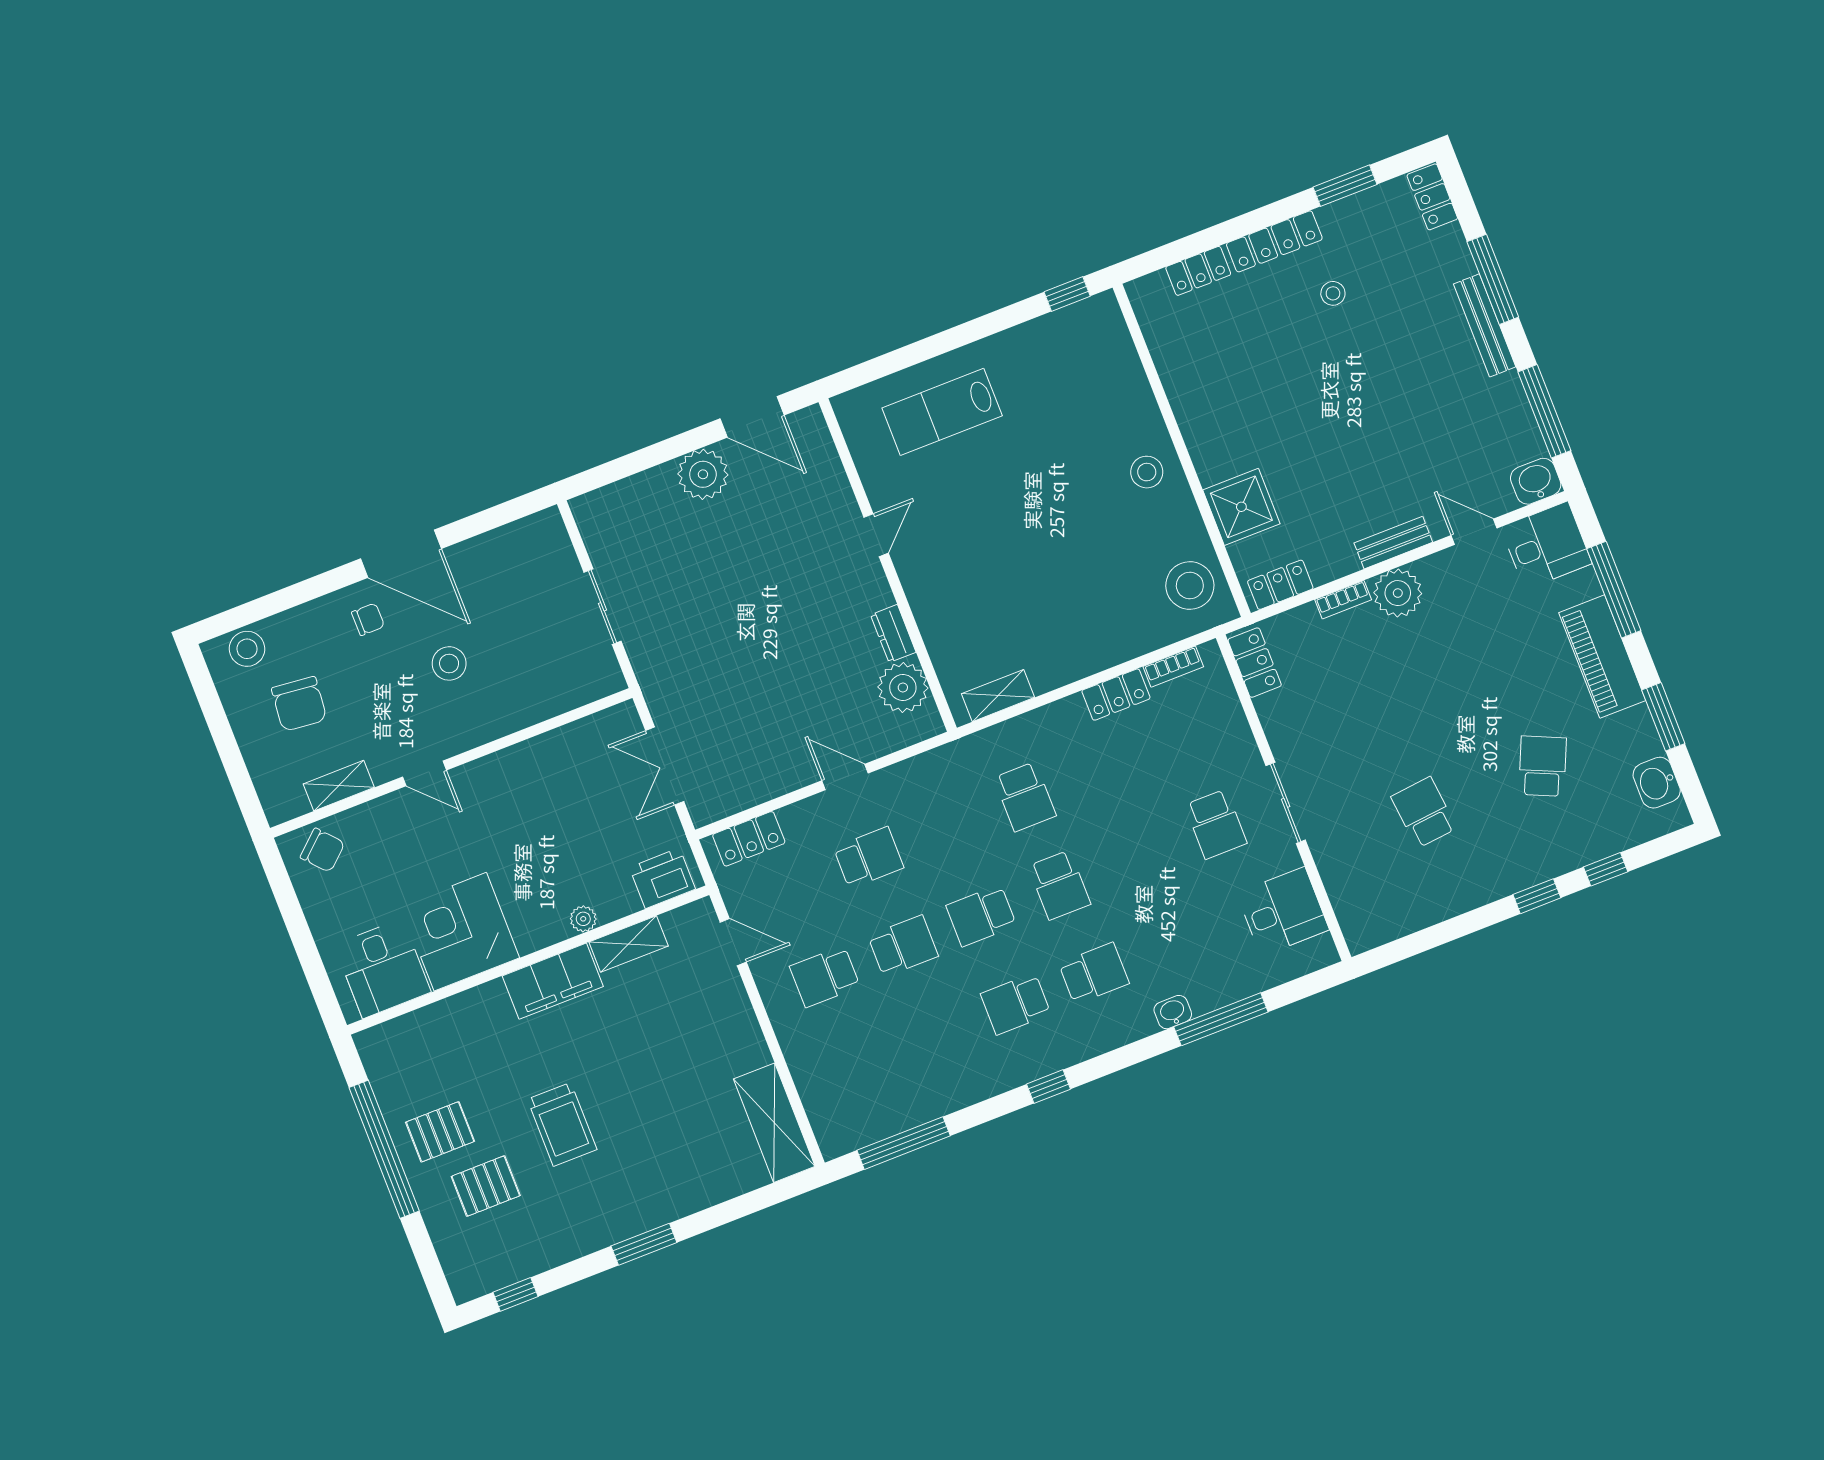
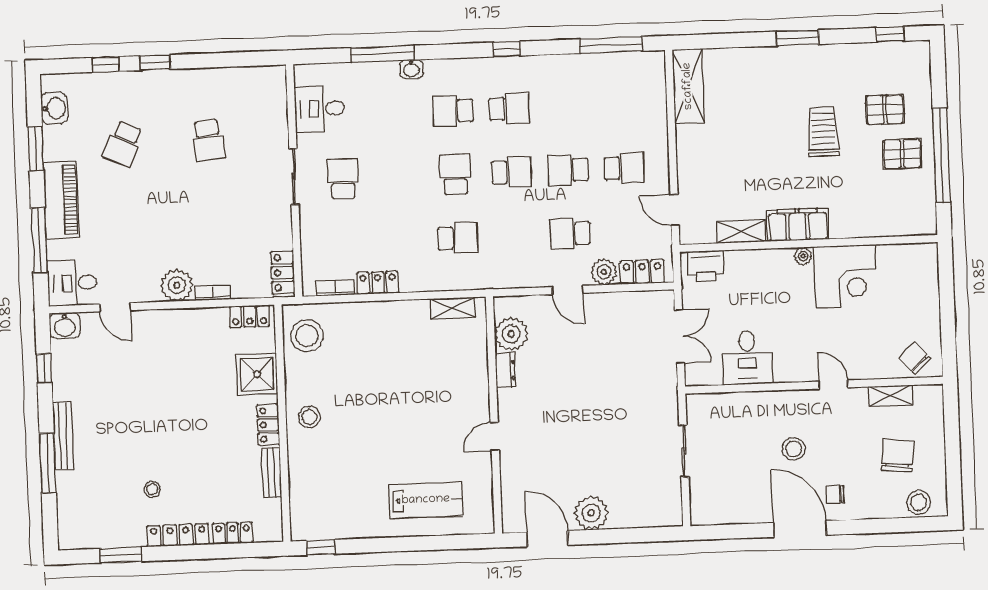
locker: (1432, 197) -> (268, 425), moved, turned 180
window: (1544, 411) -> (44, 368), width x0.46
bench: (1393, 543) -> (271, 473), moved, turned 90
school desk: (1025, 797) -> (458, 238), turned 90
plant: (803, 820) -> (604, 272), added
plant: (583, 919) -> (803, 256), moved
desk: (383, 968) -> (747, 358), moved, turned 180

